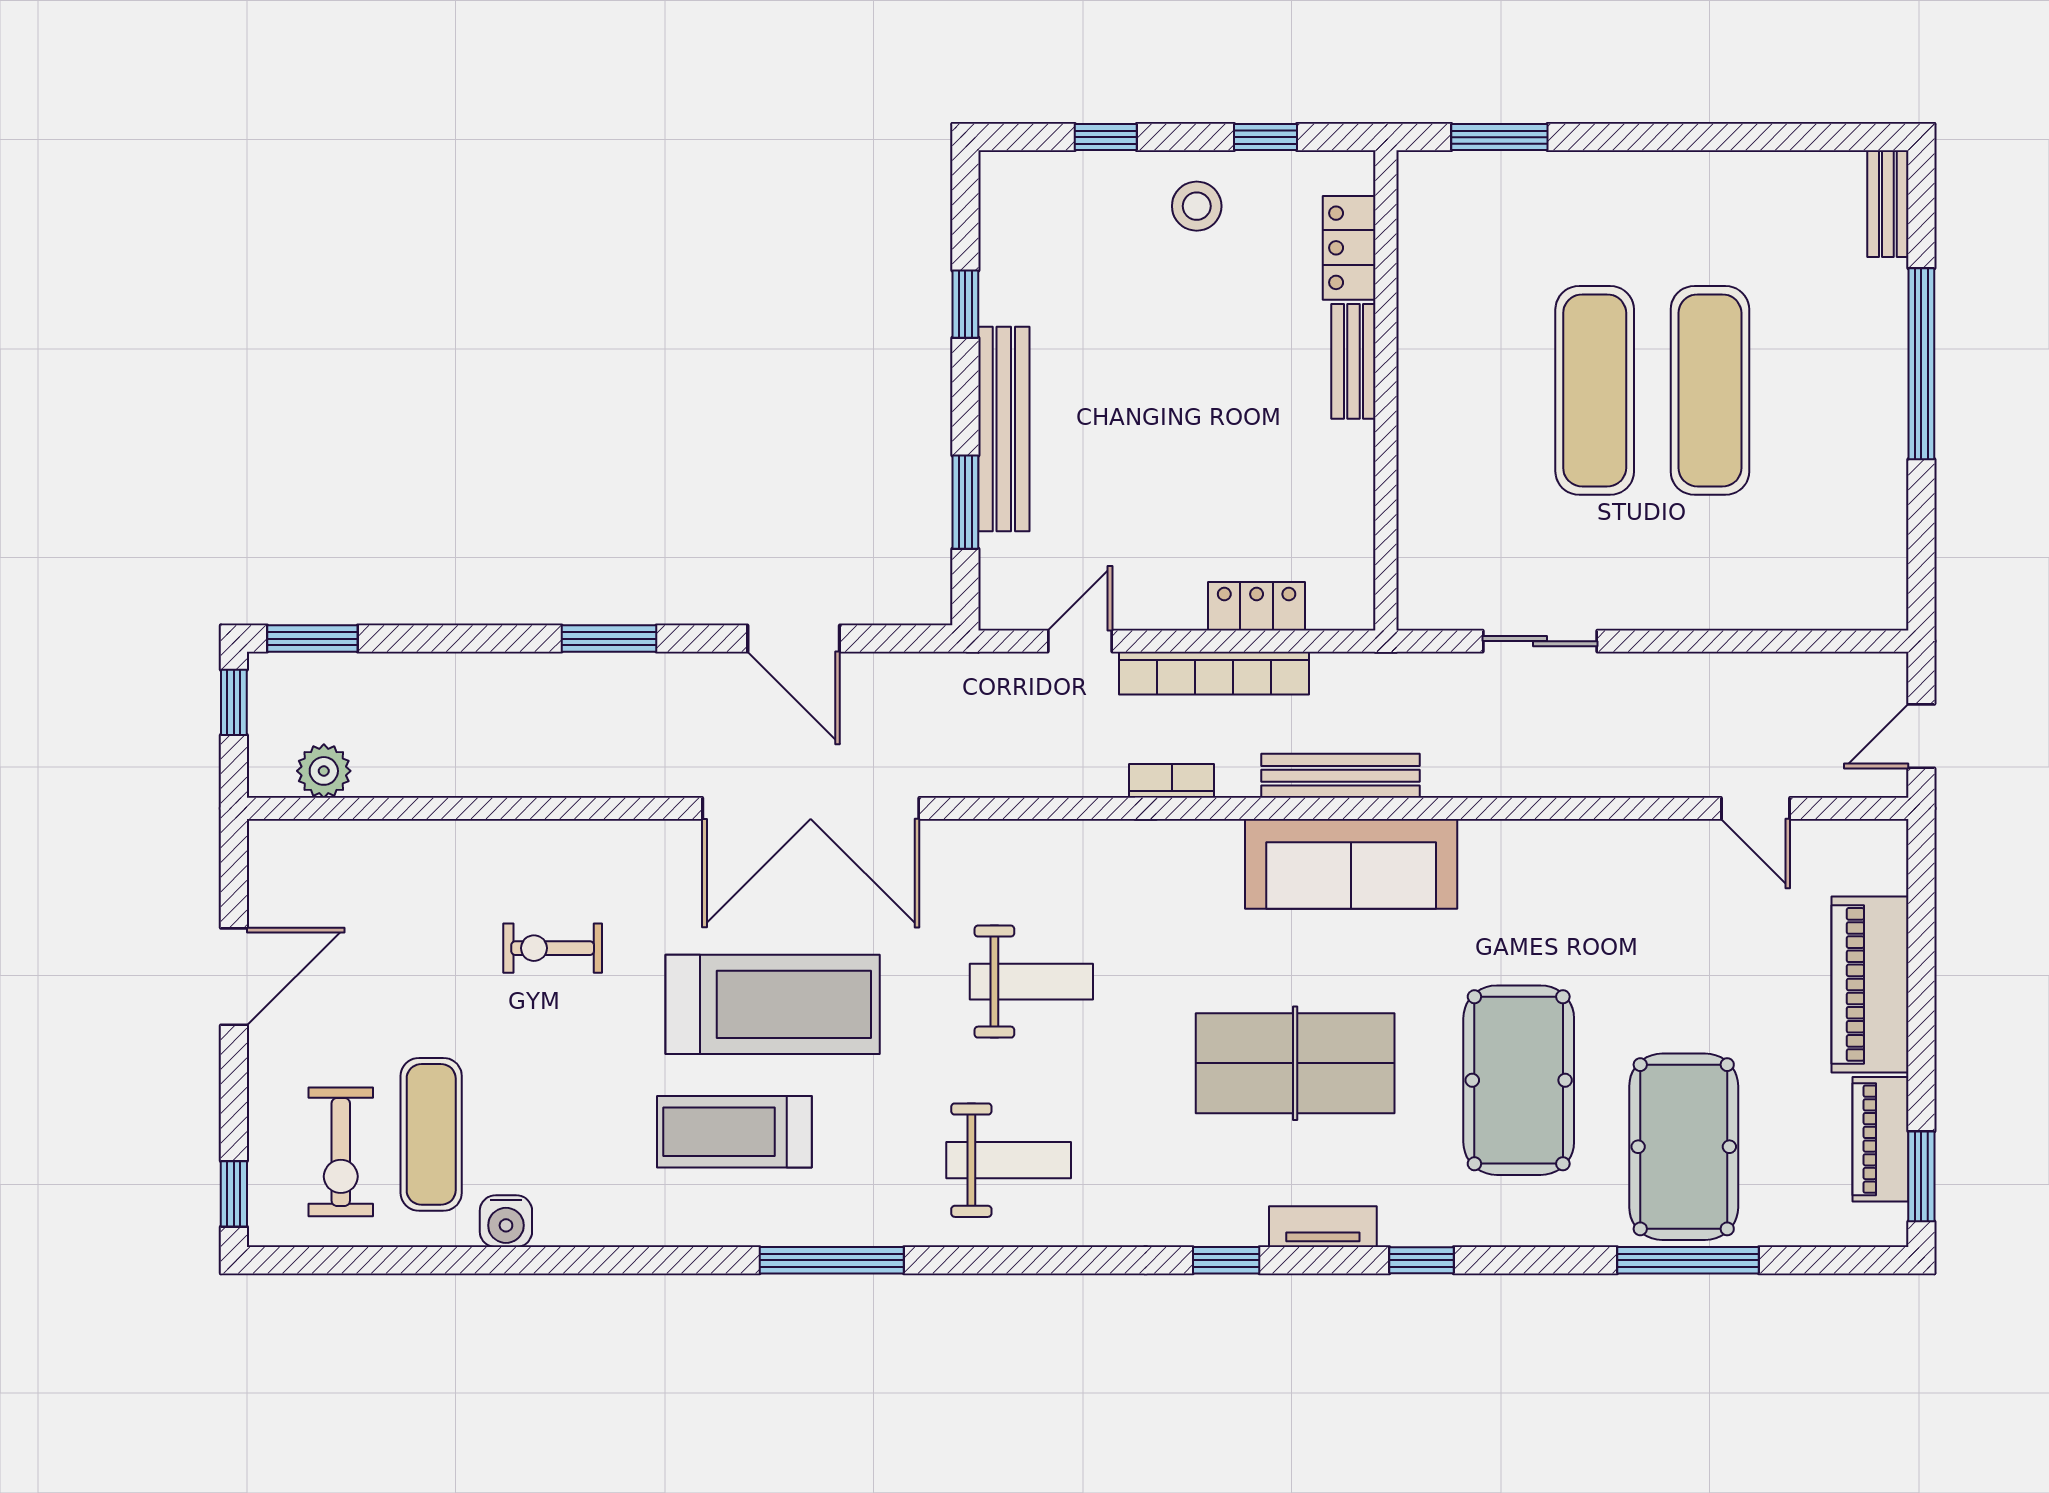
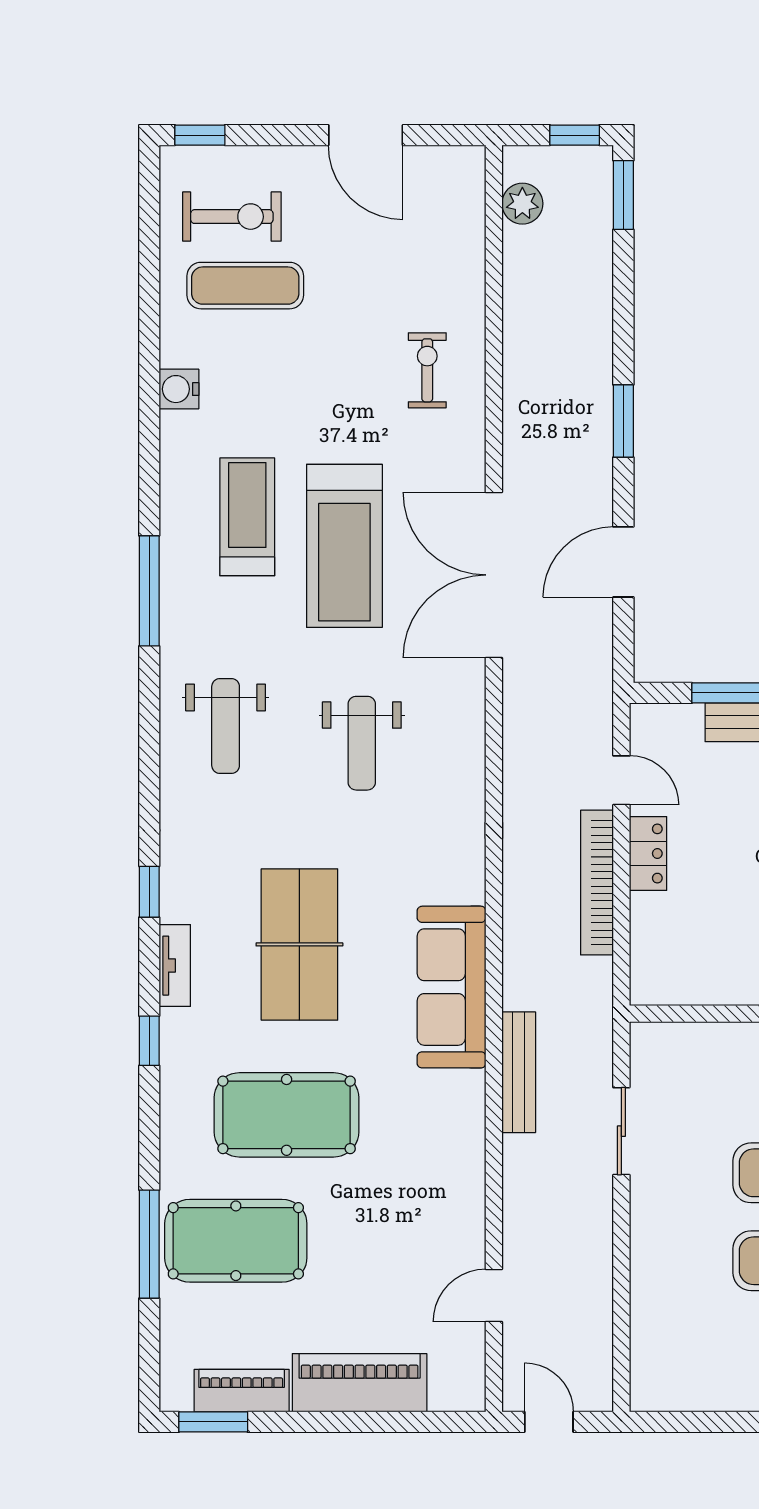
locker: (1257, 606) -> (648, 853), moved
bench: (1341, 776) -> (519, 1072), moved
bookcase: (1172, 781) -> (515, 850), removed
exercise bike: (553, 948) -> (427, 370), moved
exercise bike: (341, 1152) -> (232, 217), turned 180
water cooler: (506, 1221) -> (179, 389), moved

